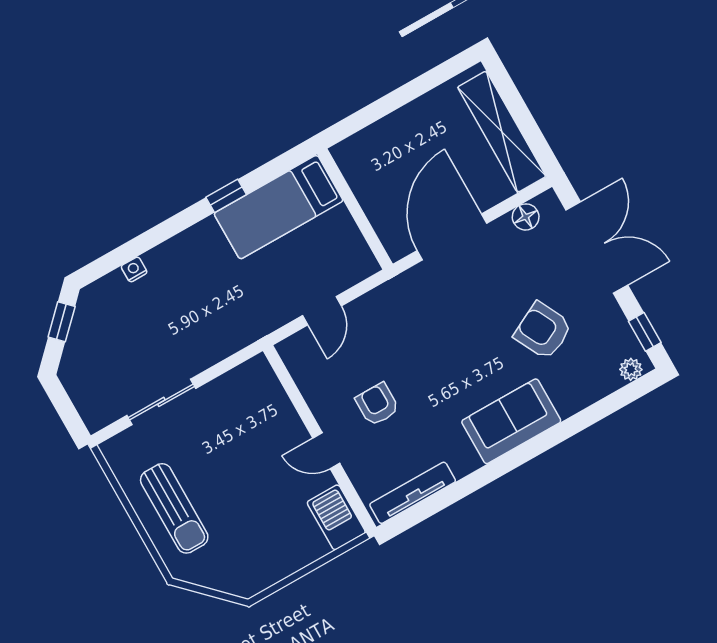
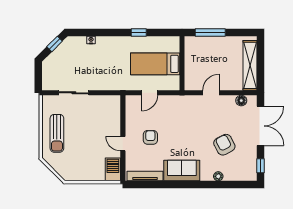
window: (378, 110) -> (210, 32), added
bed: (279, 207) -> (155, 64), moved
door: (452, 237) -> (211, 93), width x0.53
plant: (631, 369) -> (218, 176), moved
sofa: (511, 421) -> (182, 171), moved

